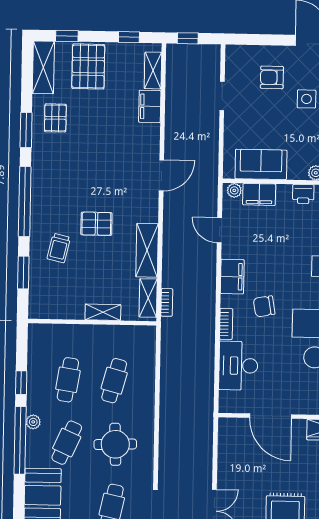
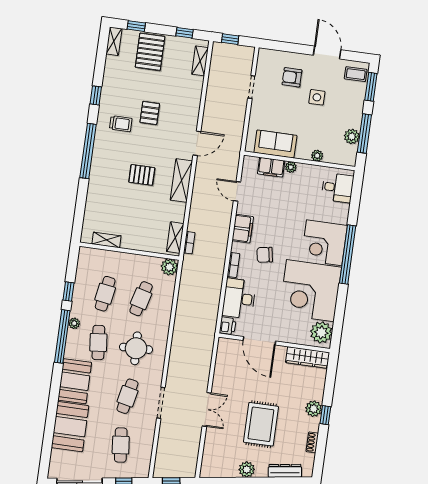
shelving: (43, 67) -> (114, 41), width x0.67, depth x0.75
filing cabinet: (150, 106) -> (194, 89), removed
pallet: (55, 118) -> (150, 113), moved
window: (26, 130) -> (96, 95), width x0.67
plant: (234, 190) -> (291, 167), moved
printer: (303, 194) -> (228, 326), moved, turned -90
trolley: (59, 248) -> (121, 124), moved, turned -103
shelving: (147, 250) -> (181, 181), moved
window: (23, 272) -> (80, 206), removed
shelving: (103, 312) -> (107, 240), moved
plant: (145, 336) -> (169, 267), added
cafe table: (67, 443) -> (98, 342), turned -30

